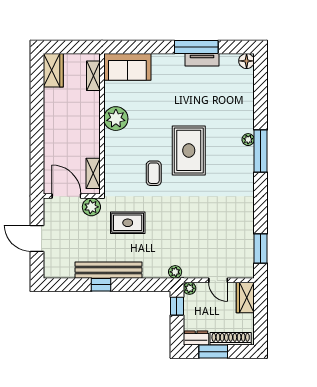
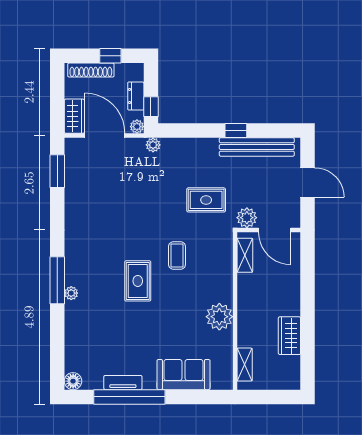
window: (196, 47) -> (129, 397), width x1.46
sofa: (127, 67) -> (183, 375), moved
wardrobe: (53, 70) -> (289, 336), moved
rug: (189, 150) -> (138, 281), width x0.73, depth x0.70
bench: (109, 270) -> (257, 147), moved
door: (218, 280) -> (105, 136), width x1.88
dresser: (196, 338) -> (136, 96), moved, turned 90
window: (213, 352) -> (110, 56), width x0.67

